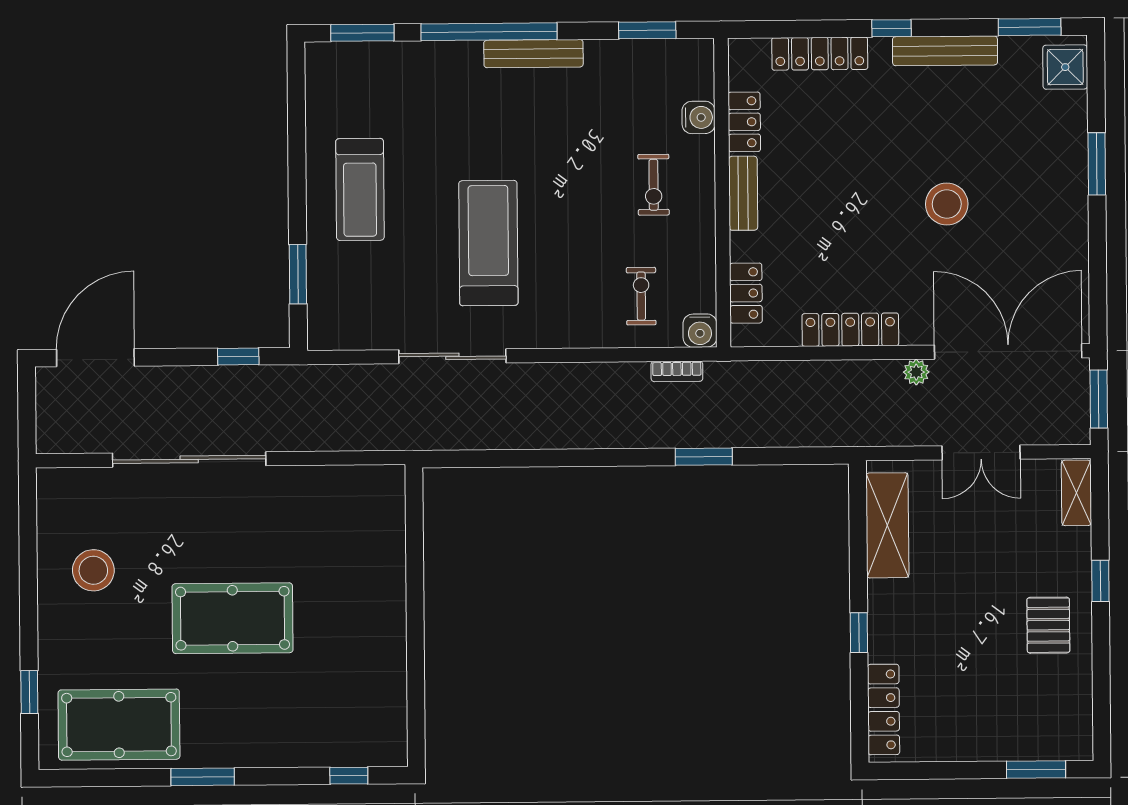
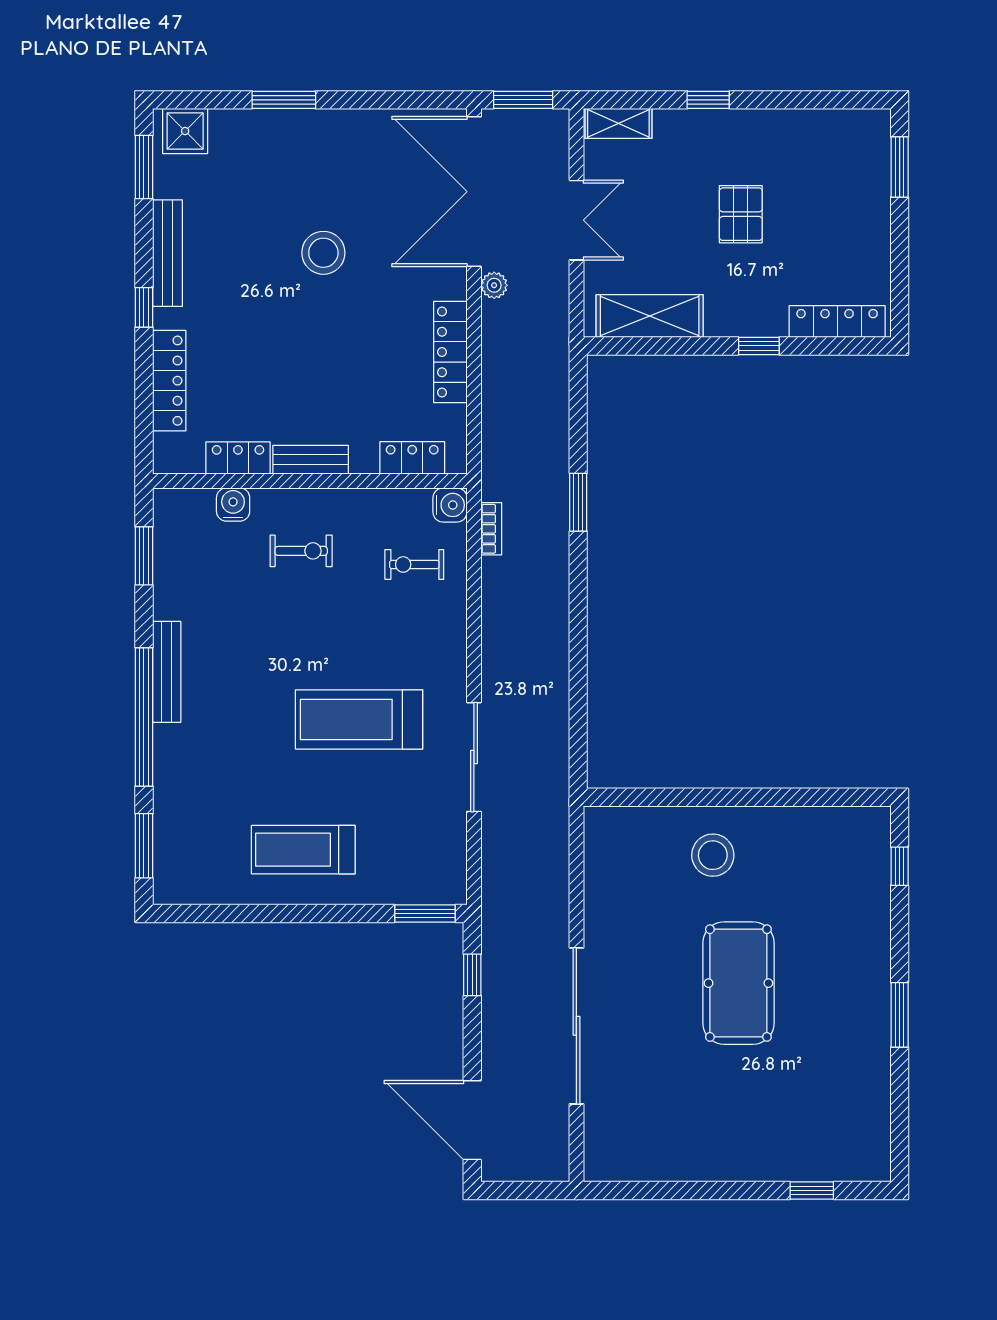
treadmill: (360, 189) -> (303, 850), turned 180
window: (298, 274) -> (425, 914), moved
stool: (93, 570) -> (713, 855), moved
pallet: (1048, 625) -> (741, 214), moved, turned 90
pool table: (119, 725) -> (846, 1100), removed

